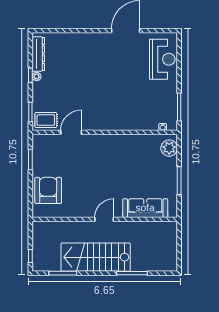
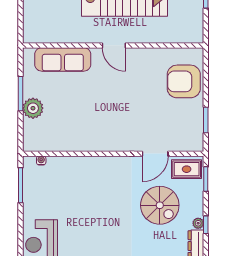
spiral stairs: (67, 91) -> (160, 205), added
plant: (169, 148) -> (33, 108), moved
armchair: (48, 190) -> (184, 81), turned 90
door: (104, 219) -> (114, 45), hinge flipped

